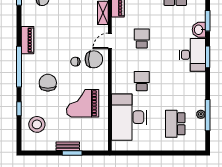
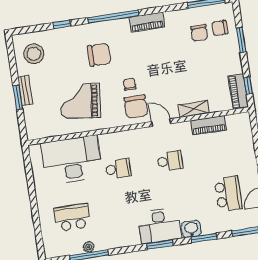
grand piano: (83, 103) -> (80, 101), turned -83
stool: (37, 124) -> (34, 54), moved

